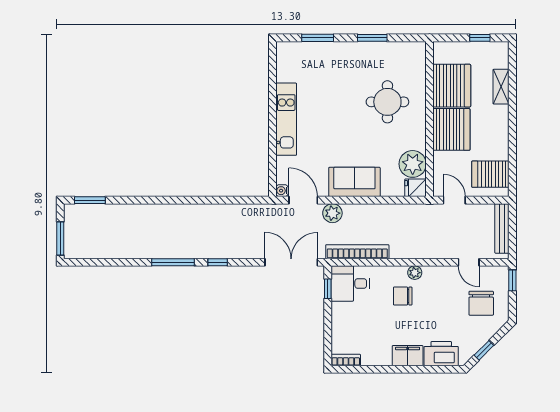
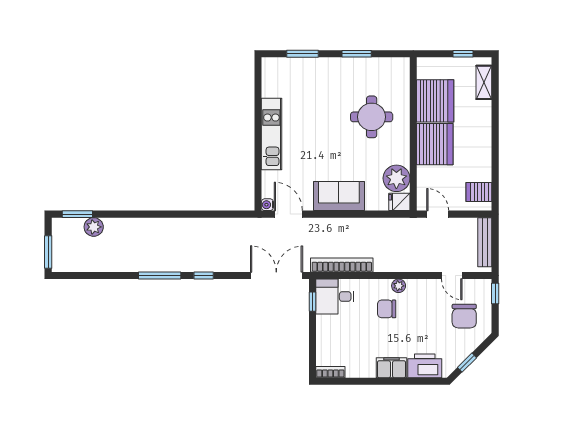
shelving: (501, 87) -> (484, 82), moved
server rack: (490, 174) -> (479, 192), width x0.73, depth x0.70
plant: (332, 213) -> (94, 227), moved

